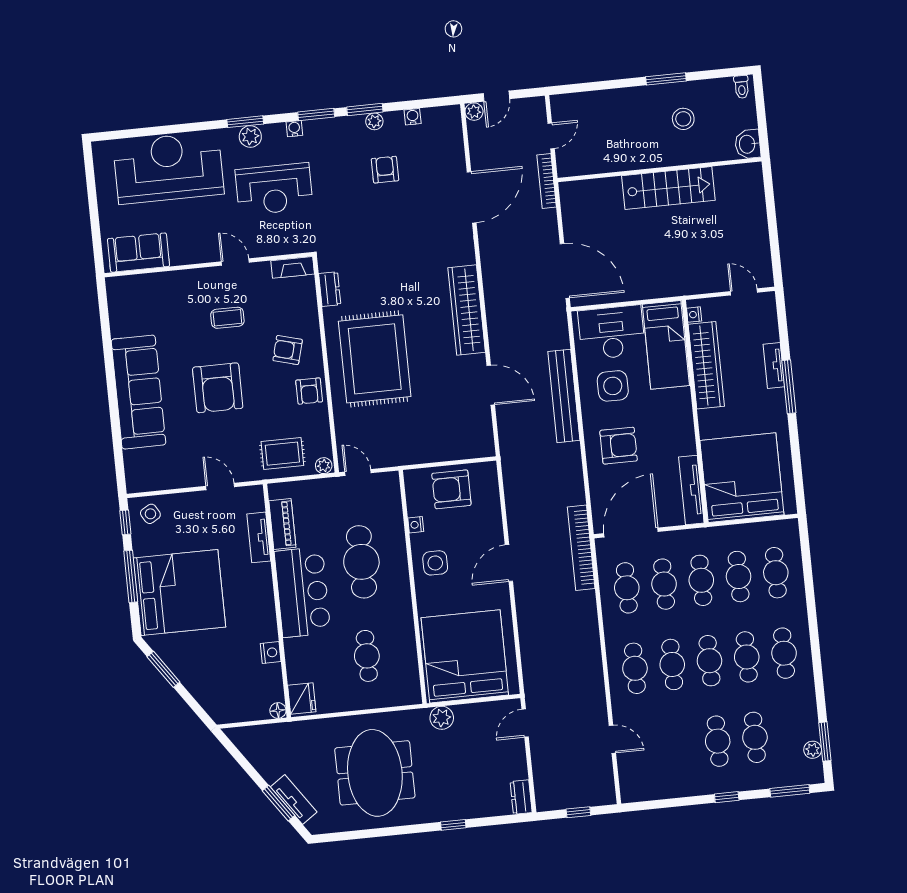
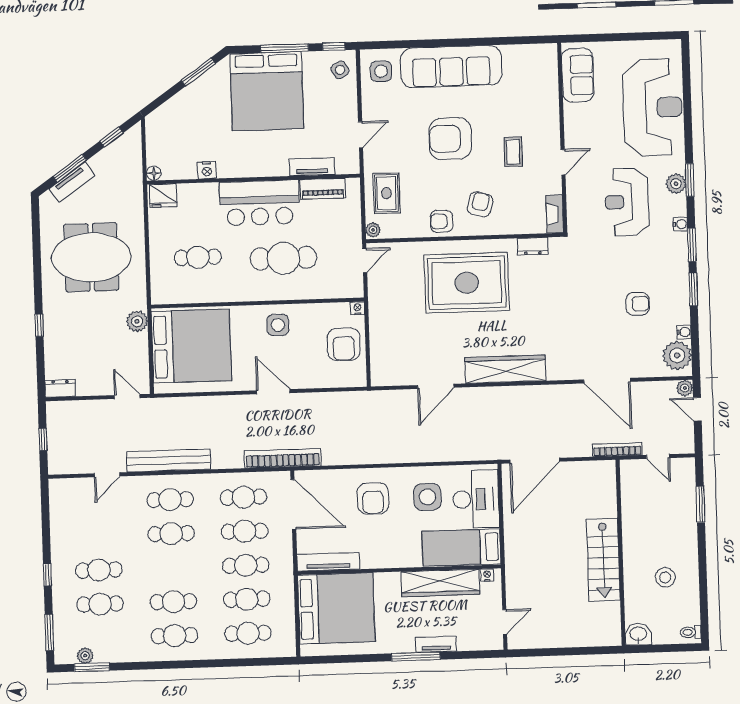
window: (666, 79) -> (700, 504), moved
plant: (374, 121) -> (677, 355), moved, width x1.87, depth x1.87
bench: (564, 396) -> (169, 460), moved
side table: (149, 469) -> (381, 71), added
armchair: (451, 489) -> (344, 344), turned 180
nightstand: (416, 525) -> (357, 308), moved
cafe table: (709, 661) -> (172, 568), removed
window: (241, 760) -> (112, 137), added

